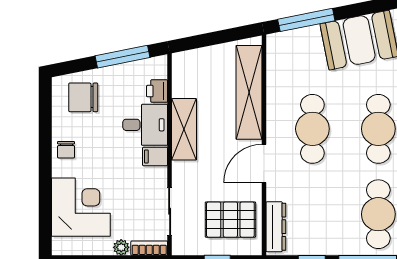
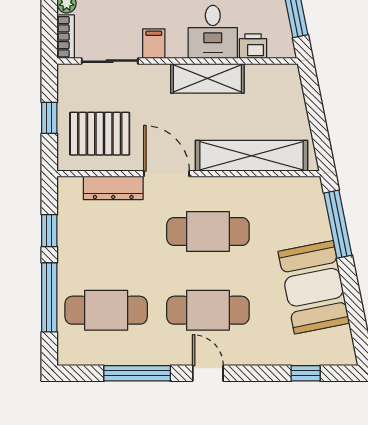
filing cabinet: (155, 156) -> (154, 44), moved
pallet: (230, 220) -> (100, 134), turned 90
dresser: (276, 227) -> (113, 188), moved

